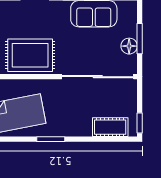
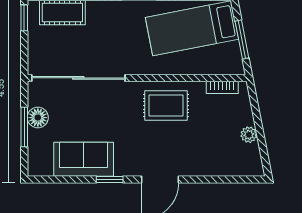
rug: (30, 55) -> (166, 106), width x0.73, depth x0.70

